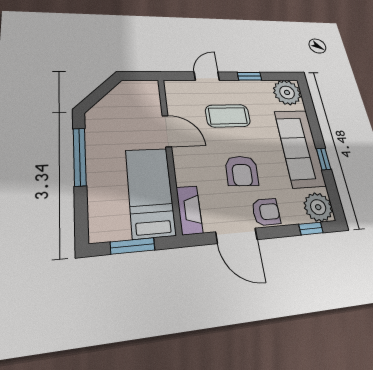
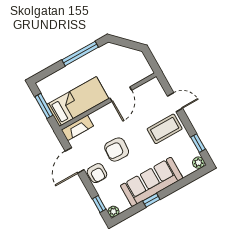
window: (249, 76) -> (198, 143), moved
plant: (287, 92) -> (198, 163), width x0.53, depth x0.53
coffee table: (228, 116) -> (165, 129), moved, turned 90
plant: (318, 207) -> (113, 211), width x0.53, depth x0.53

